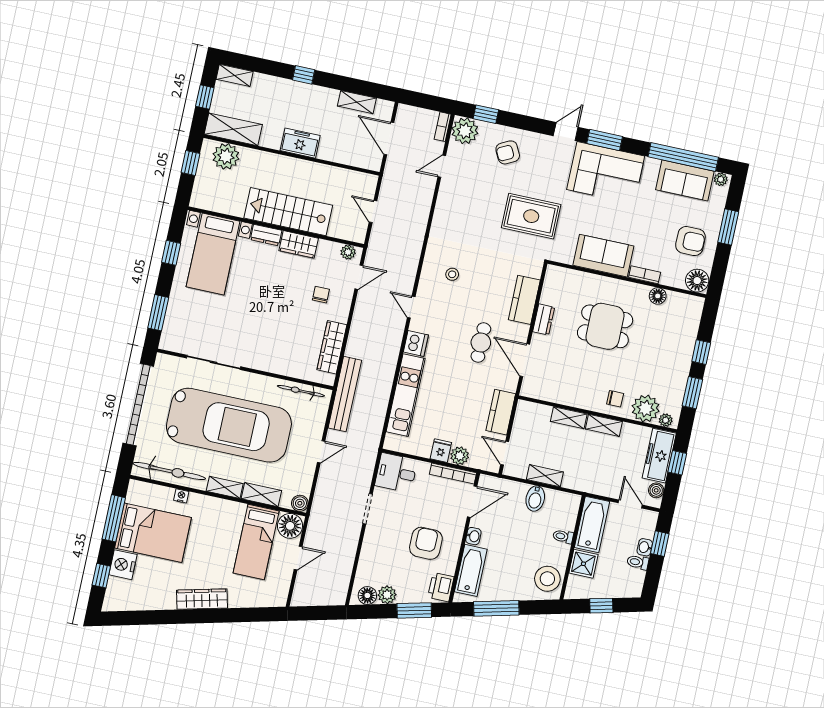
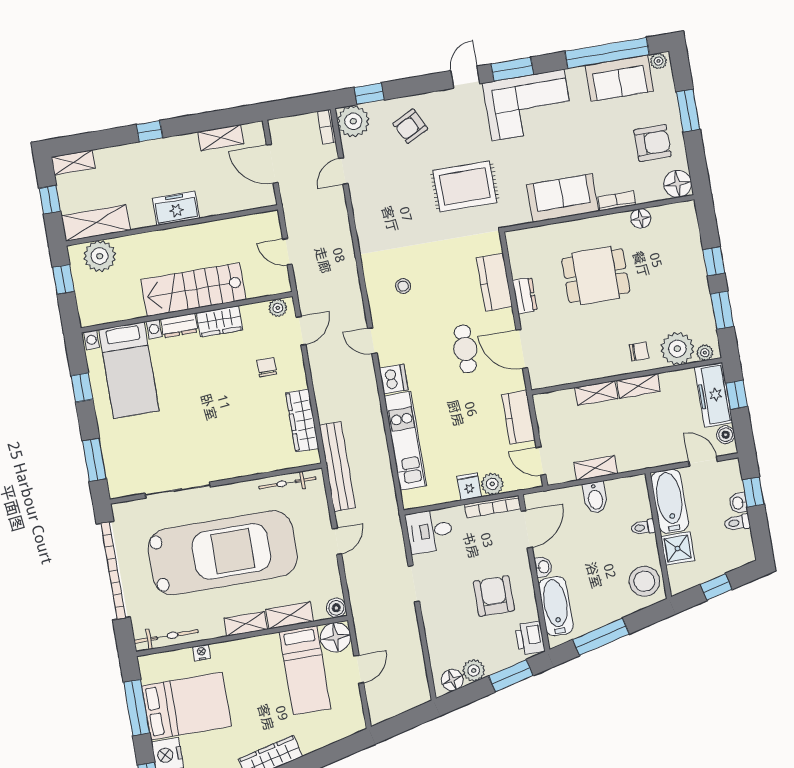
bicycle: (169, 471) -> (166, 636), width x0.73, depth x0.71

